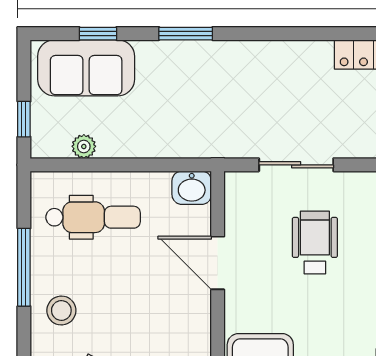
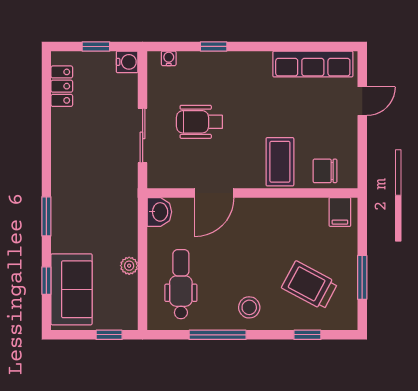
plant: (84, 146) -> (129, 266), moved

